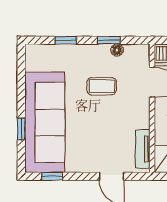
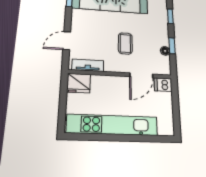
coffee table: (102, 86) -> (125, 43), moved

